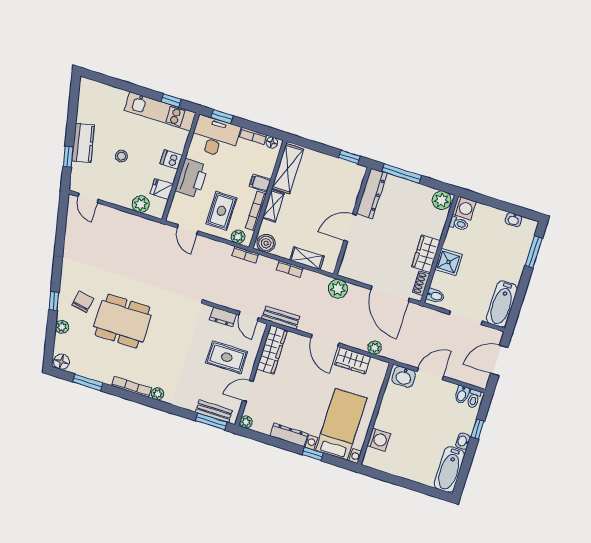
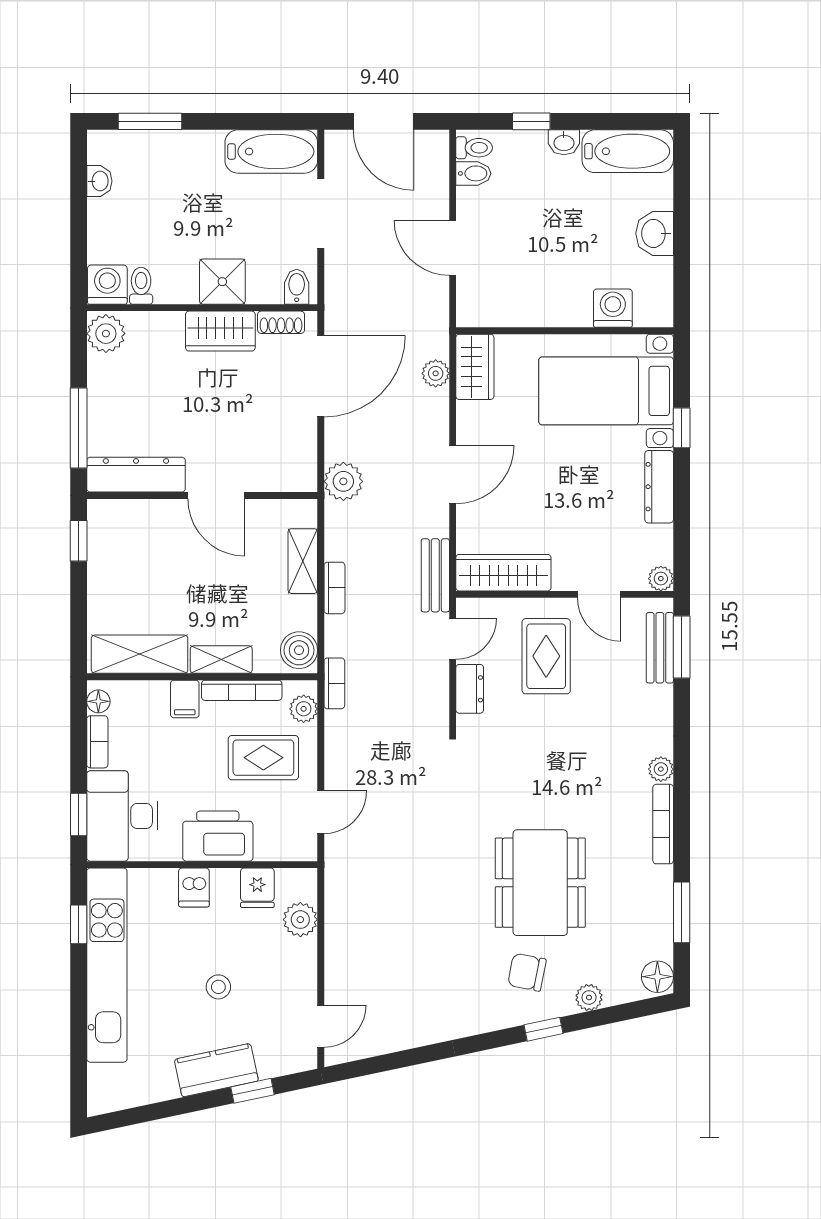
kitchen unit: (160, 111) -> (107, 965), width x1.36
wardrobe: (353, 361) -> (475, 367), moved
washbasin: (404, 377) -> (655, 233), moved, turned 180

